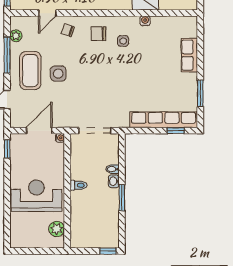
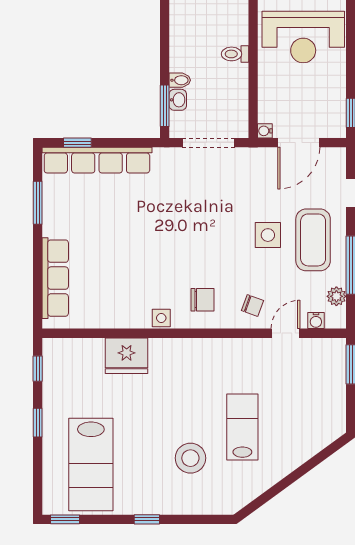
water cooler: (145, 21) -> (316, 321), moved
side table: (123, 41) -> (161, 318), moved
row of seats: (189, 55) -> (55, 278), width x1.48
washbasin: (114, 181) -> (178, 100), moved
window: (122, 198) -> (165, 106), moved

